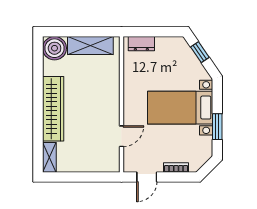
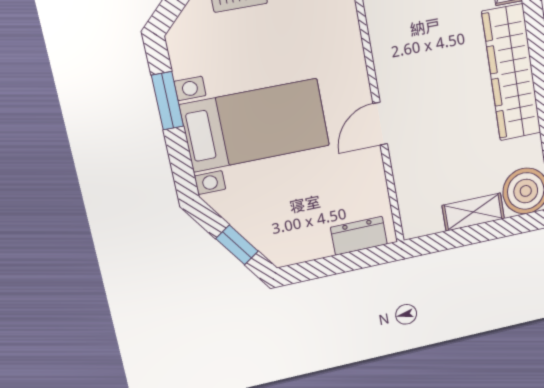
shelving: (90, 45) -> (473, 212), width x0.67, depth x0.75
door: (121, 136) -> (380, 124), moved

